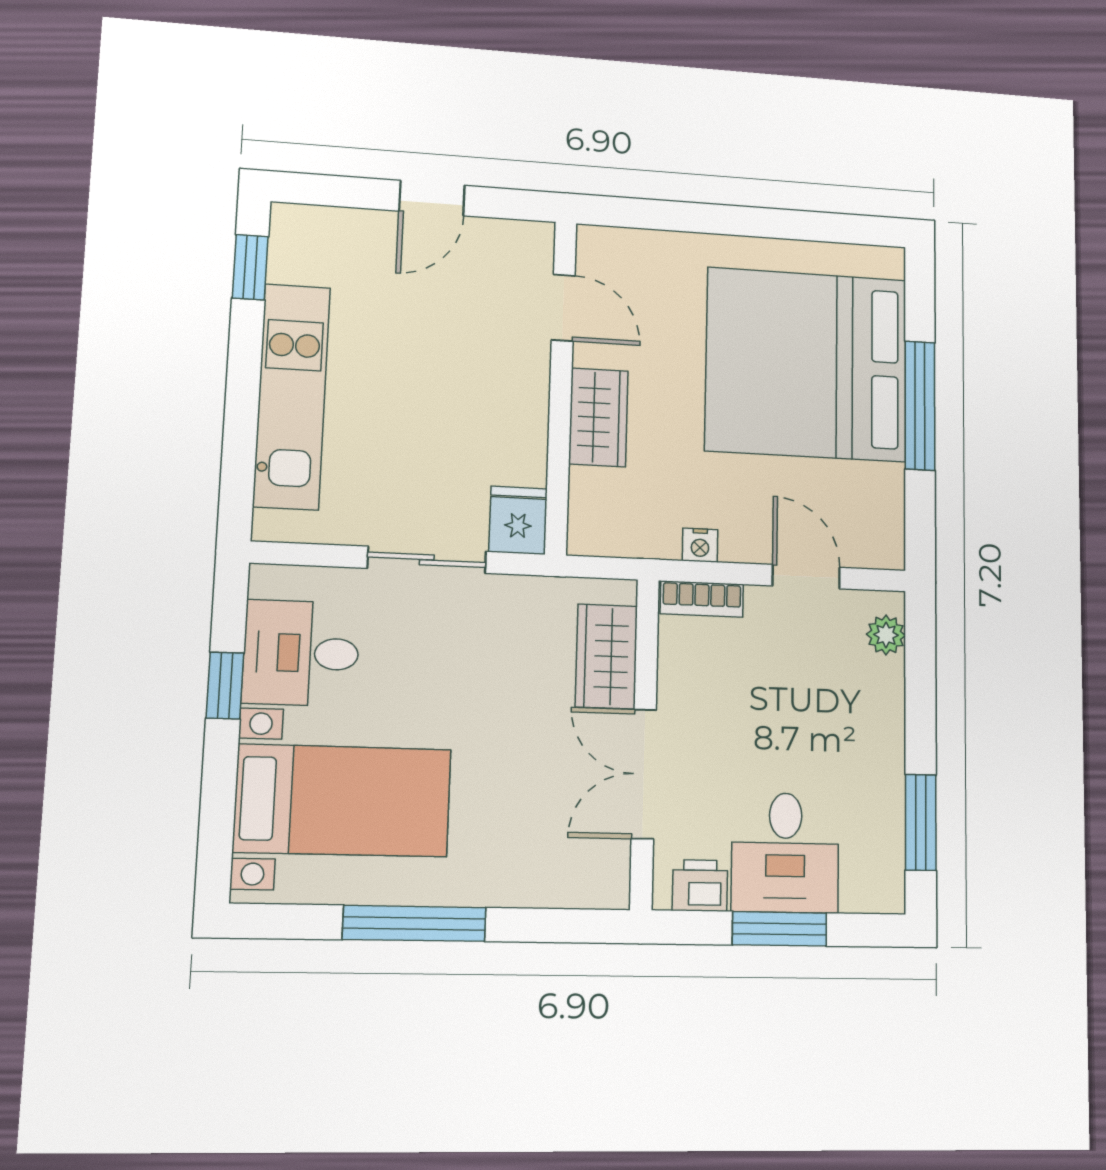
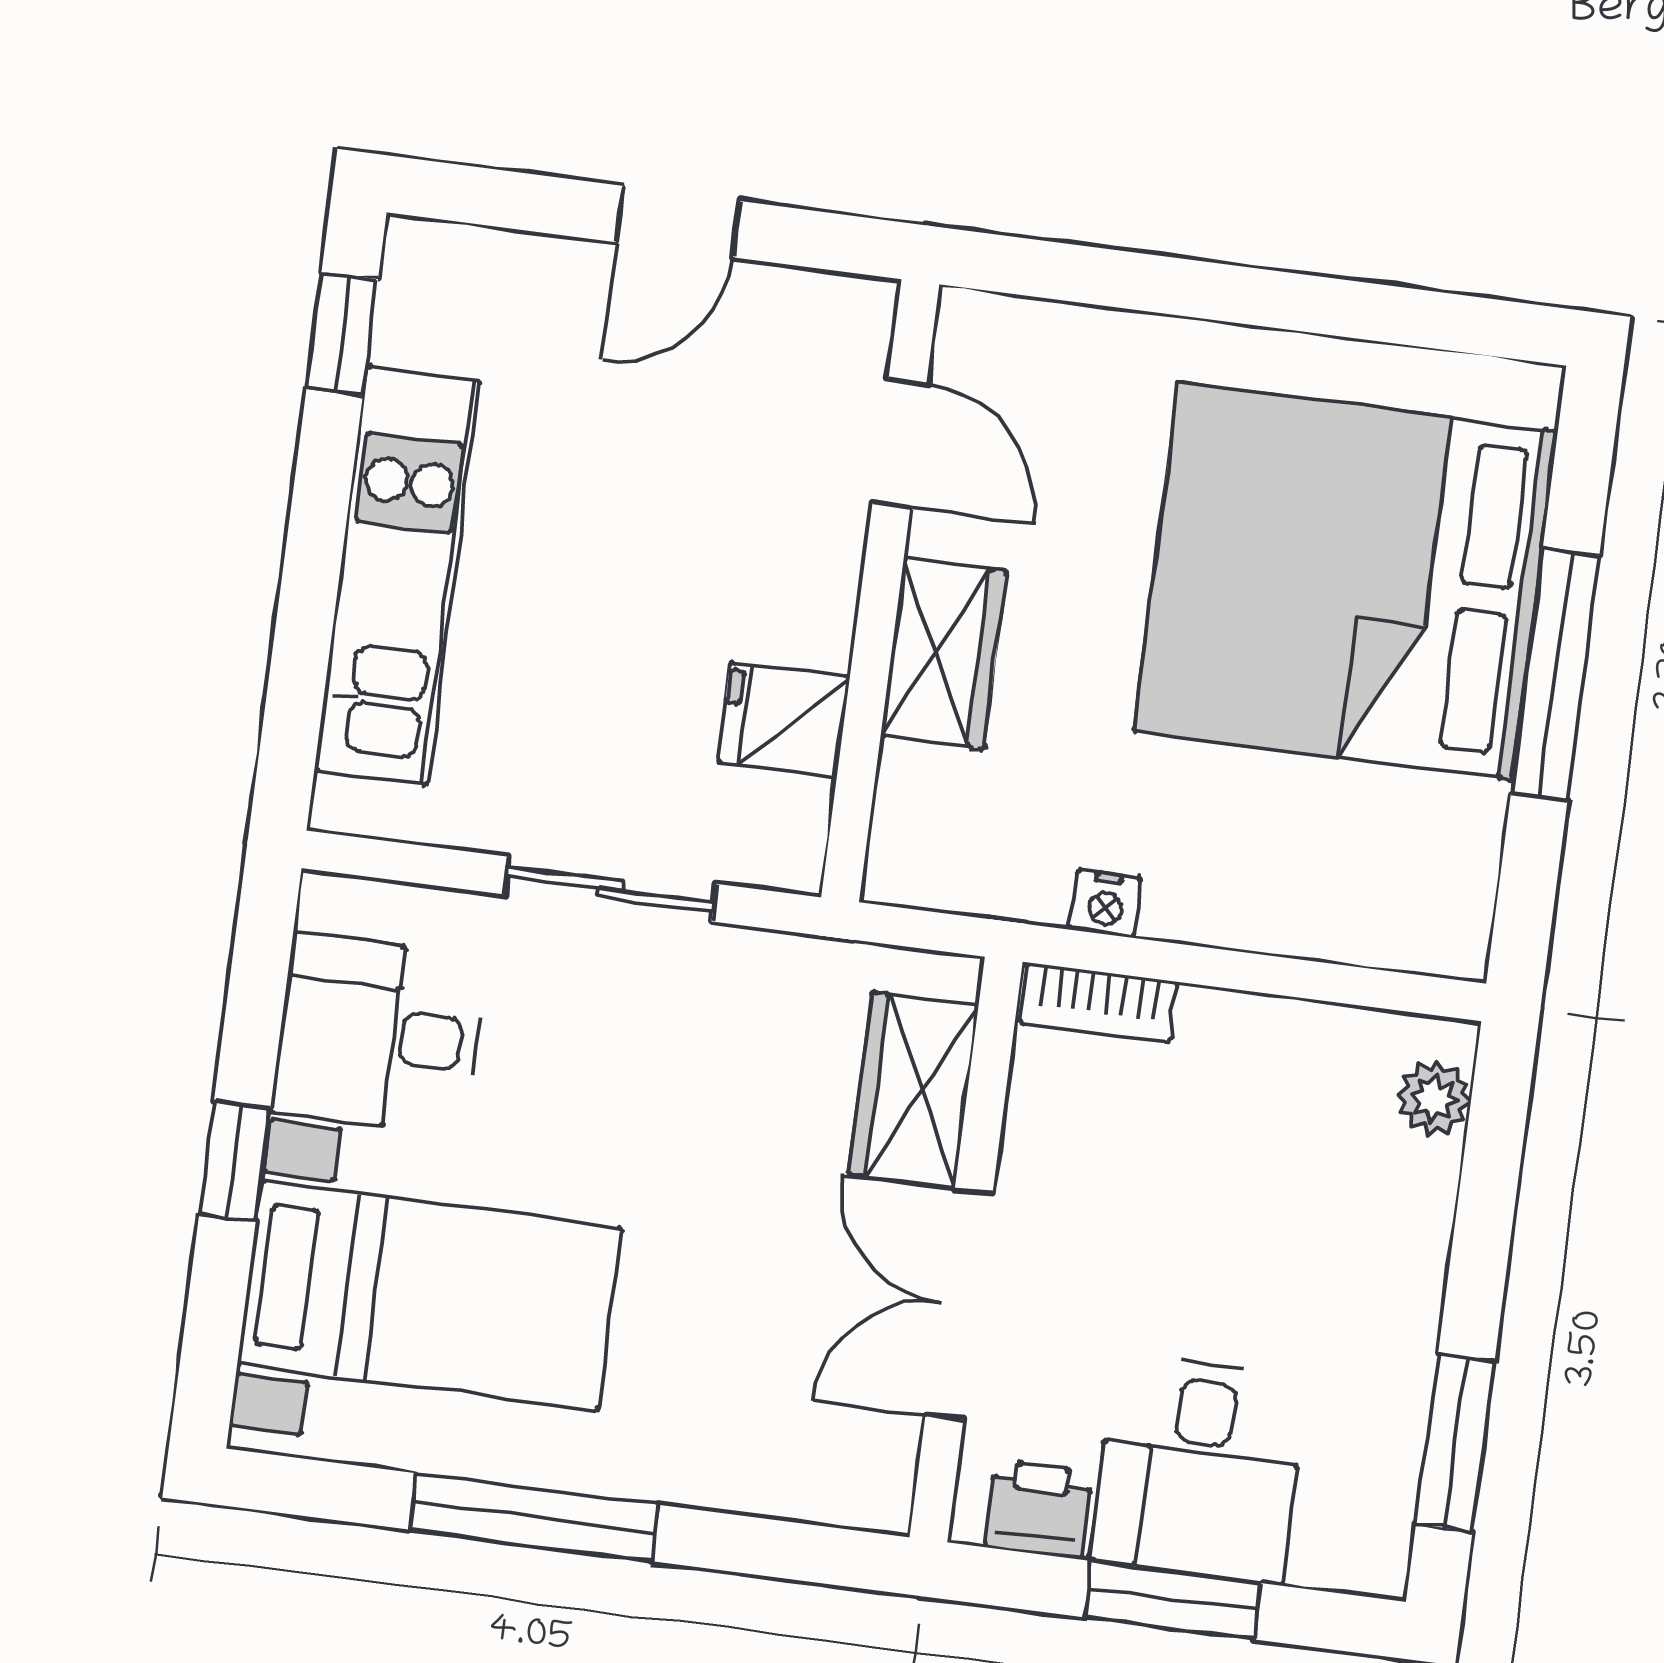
fridge: (518, 520) -> (784, 719), moved, turned -90
door: (806, 577) -> (1297, 978), removed
window: (225, 686) -> (235, 1161), moved

